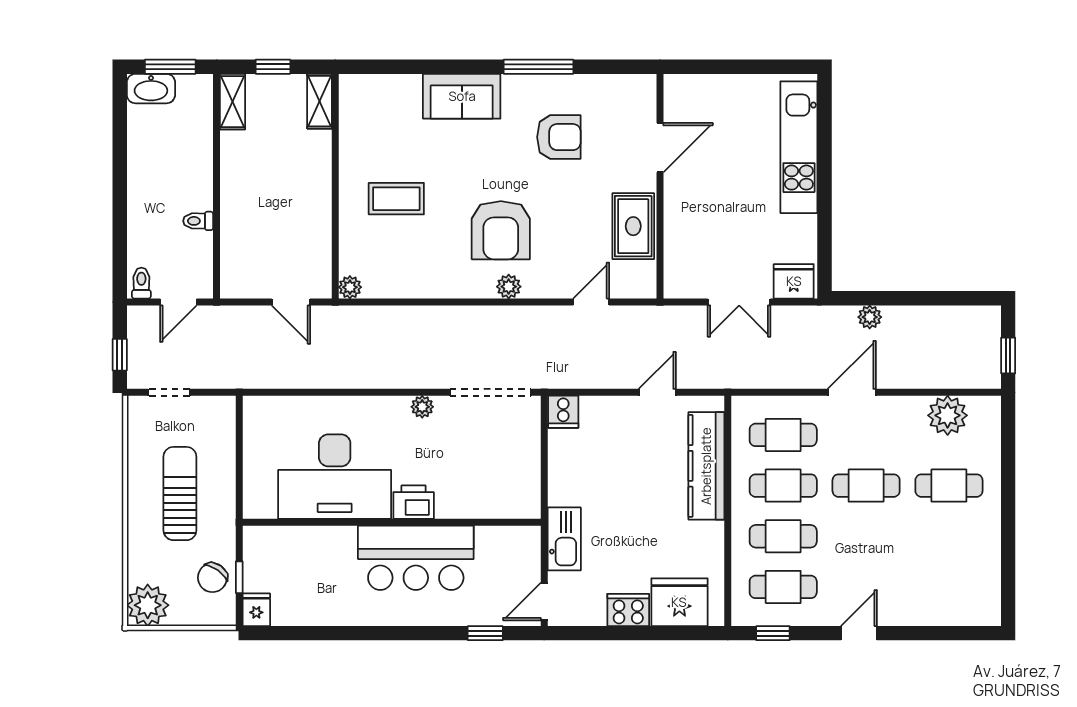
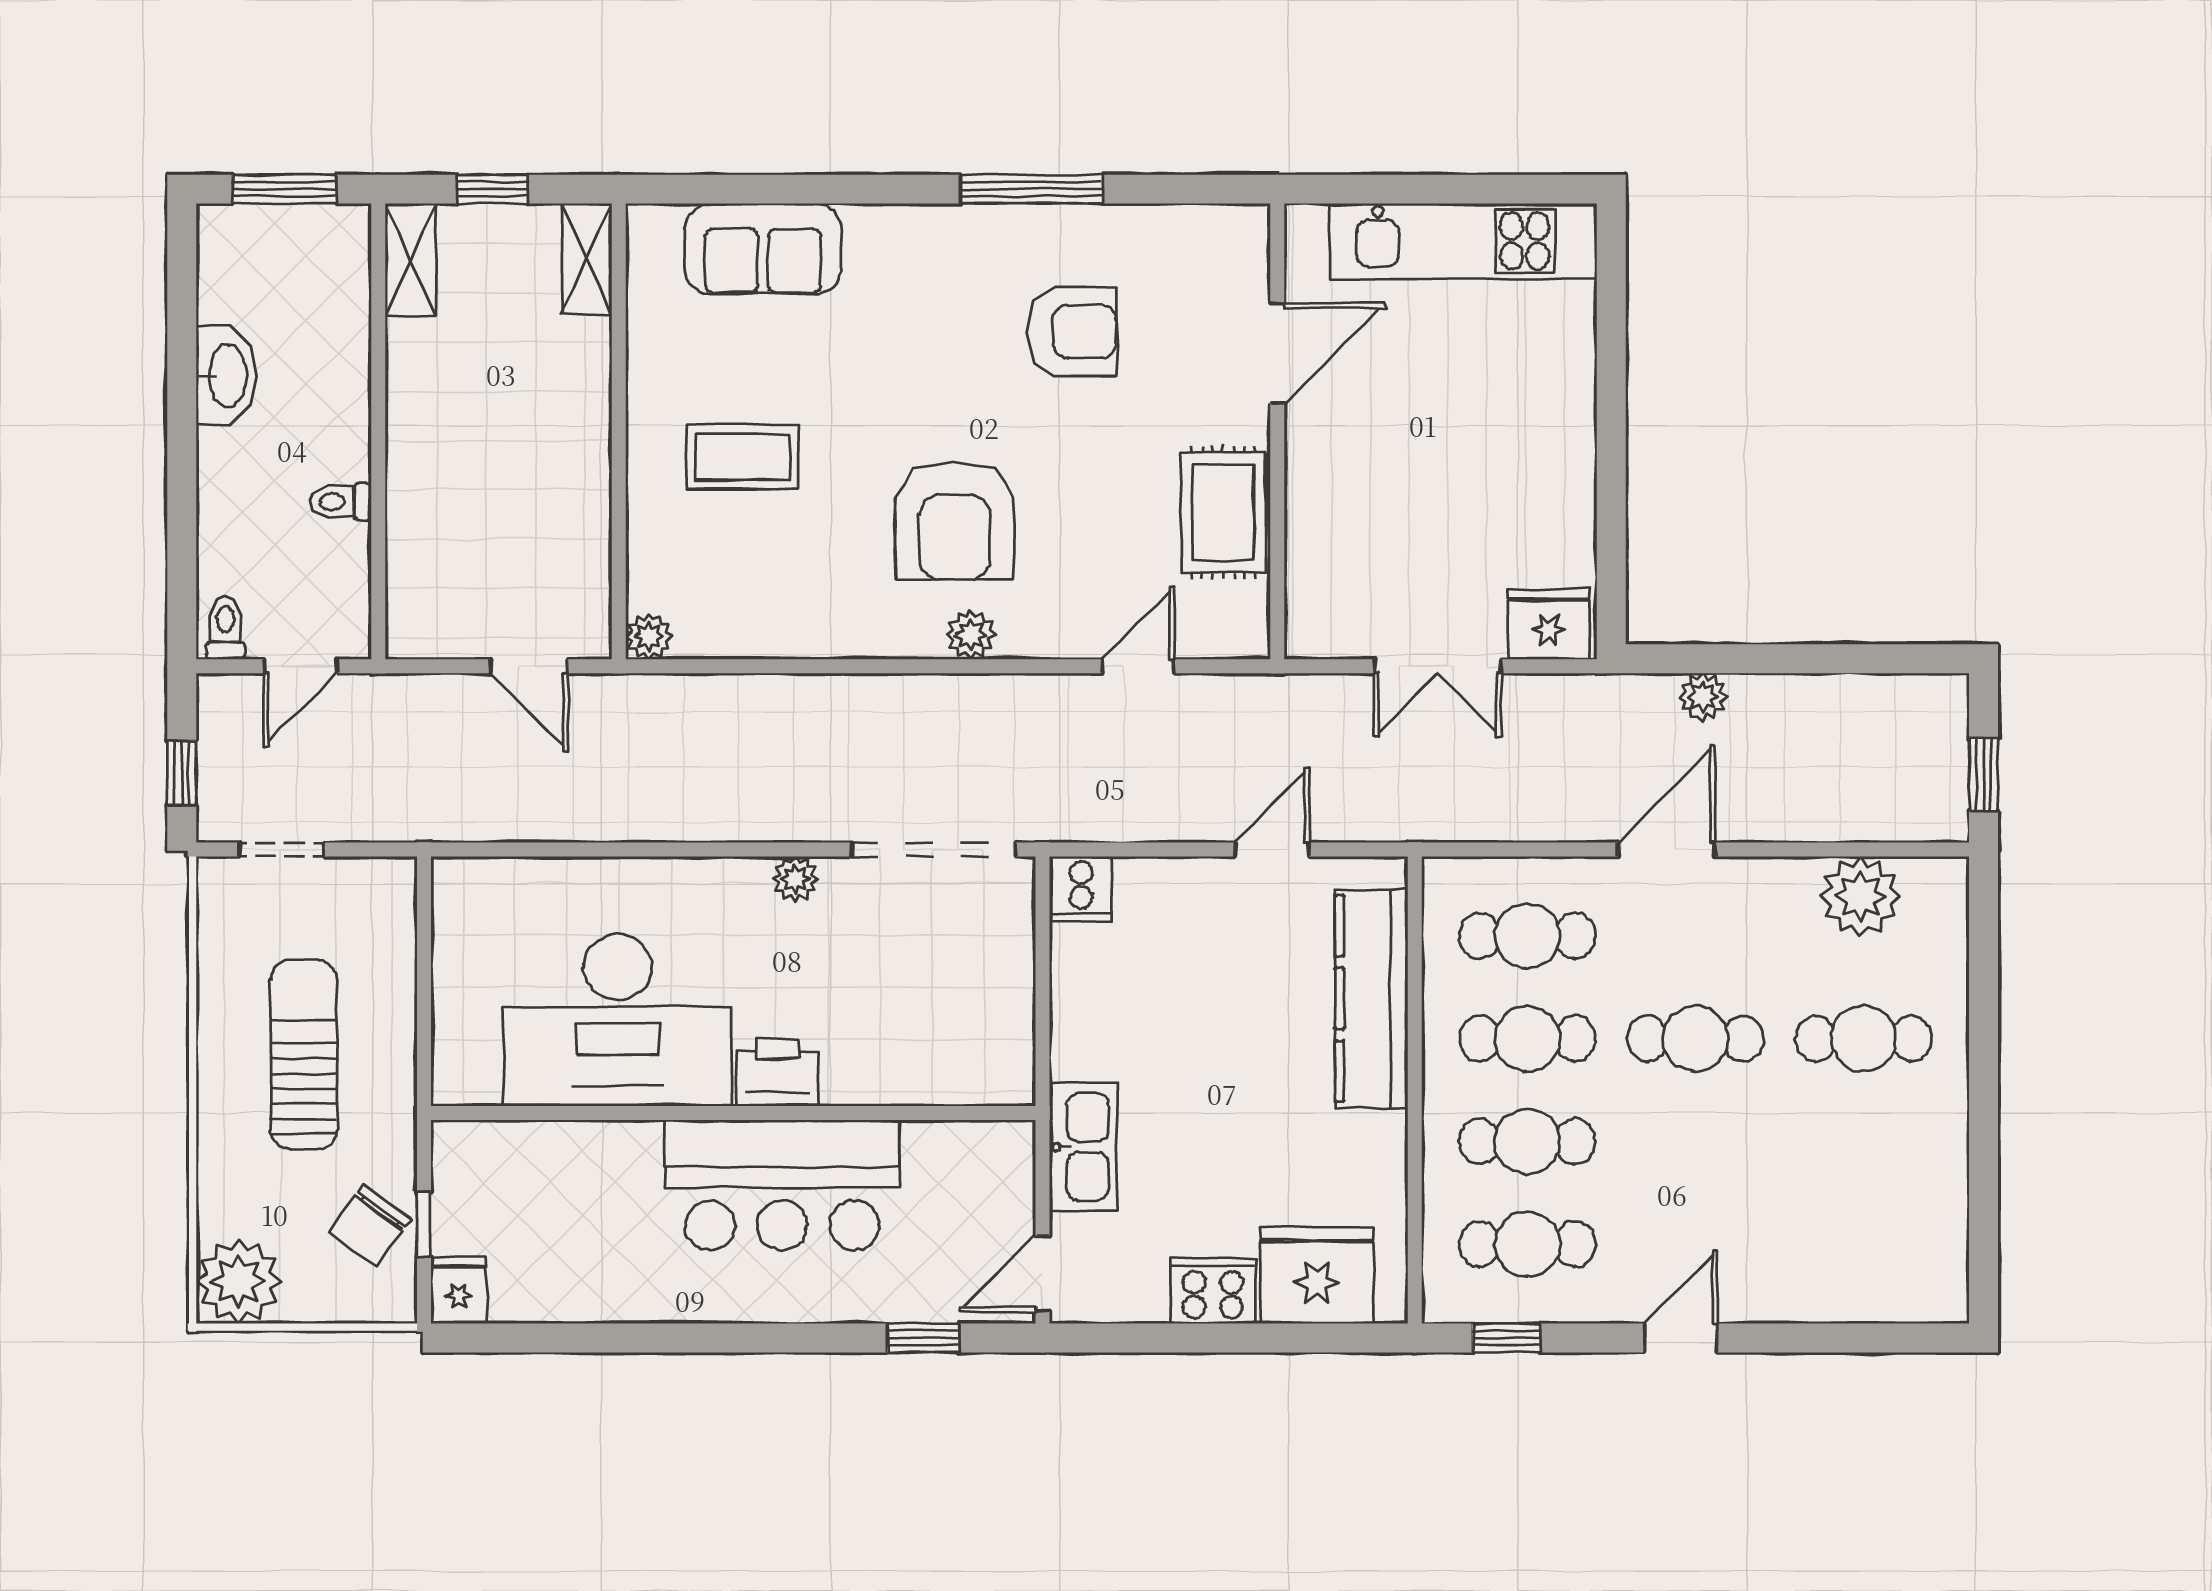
washbasin: (151, 89) -> (226, 375), moved, turned -90
sofa: (462, 96) -> (763, 249), moved
kitchen unit: (799, 147) -> (1463, 241), moved, turned -90

